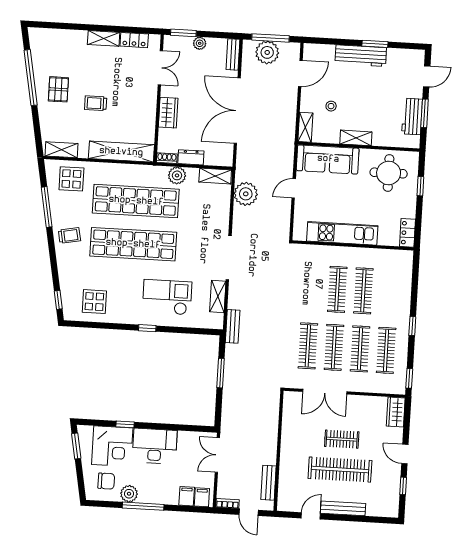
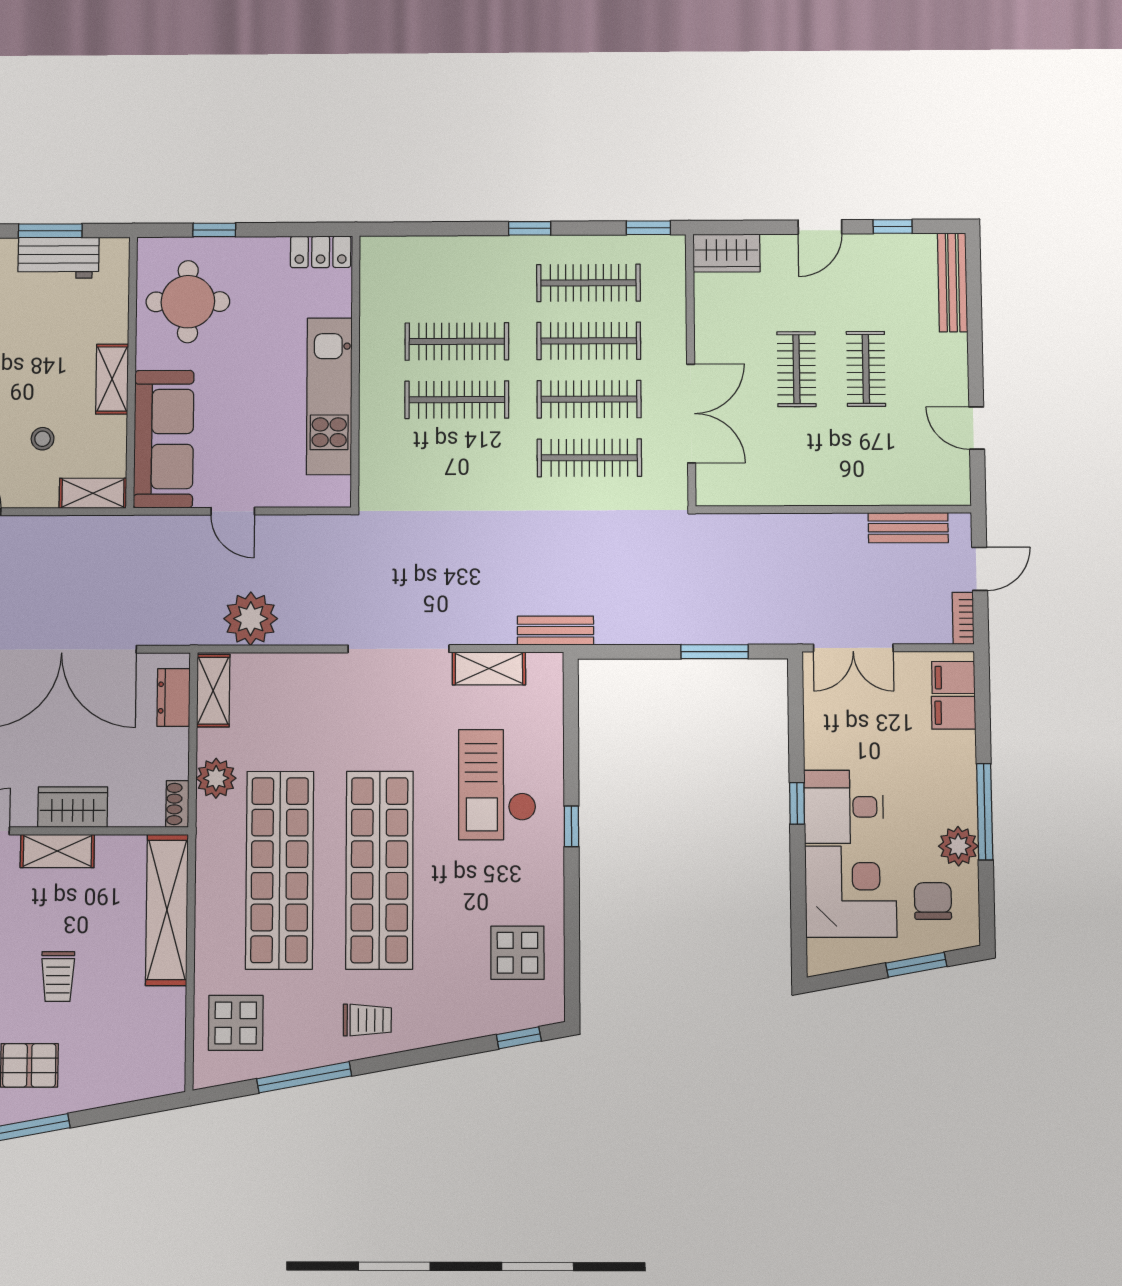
shelving: (61, 150) -> (57, 851), moved, turned 90
dresser: (191, 157) -> (174, 697), moved
trolley: (69, 235) -> (367, 1020), turned 101
window: (221, 373) -> (715, 652), moved
window: (125, 424) -> (797, 803), moved
window: (76, 446) -> (916, 965), moved
desk: (155, 446) -> (844, 807), width x0.73
clothes rail: (340, 470) -> (866, 369), width x0.54, depth x0.76
bench: (343, 508) -> (953, 282), moved

